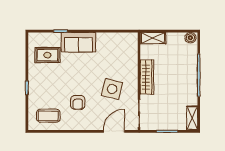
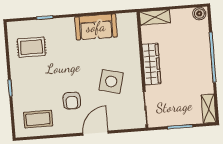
sofa: (78, 42) -> (96, 27), moved
door: (114, 131) -> (96, 133), moved

